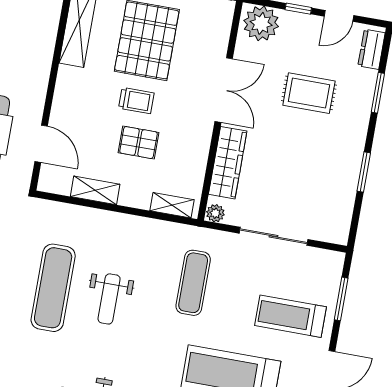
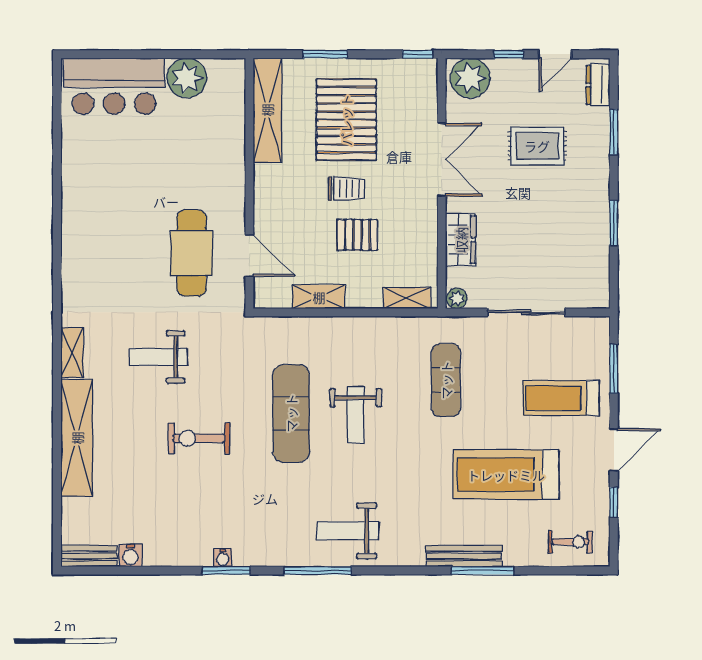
wardrobe: (228, 163) -> (461, 240), width x0.67

